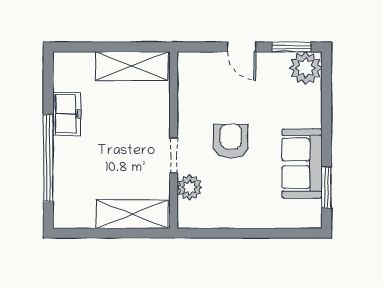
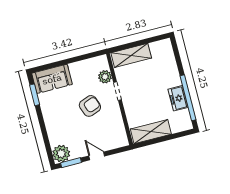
armchair: (231, 141) -> (90, 106), turned -110
window: (48, 158) -> (188, 98), moved
sofa: (302, 163) -> (52, 79), moved, turned 90

